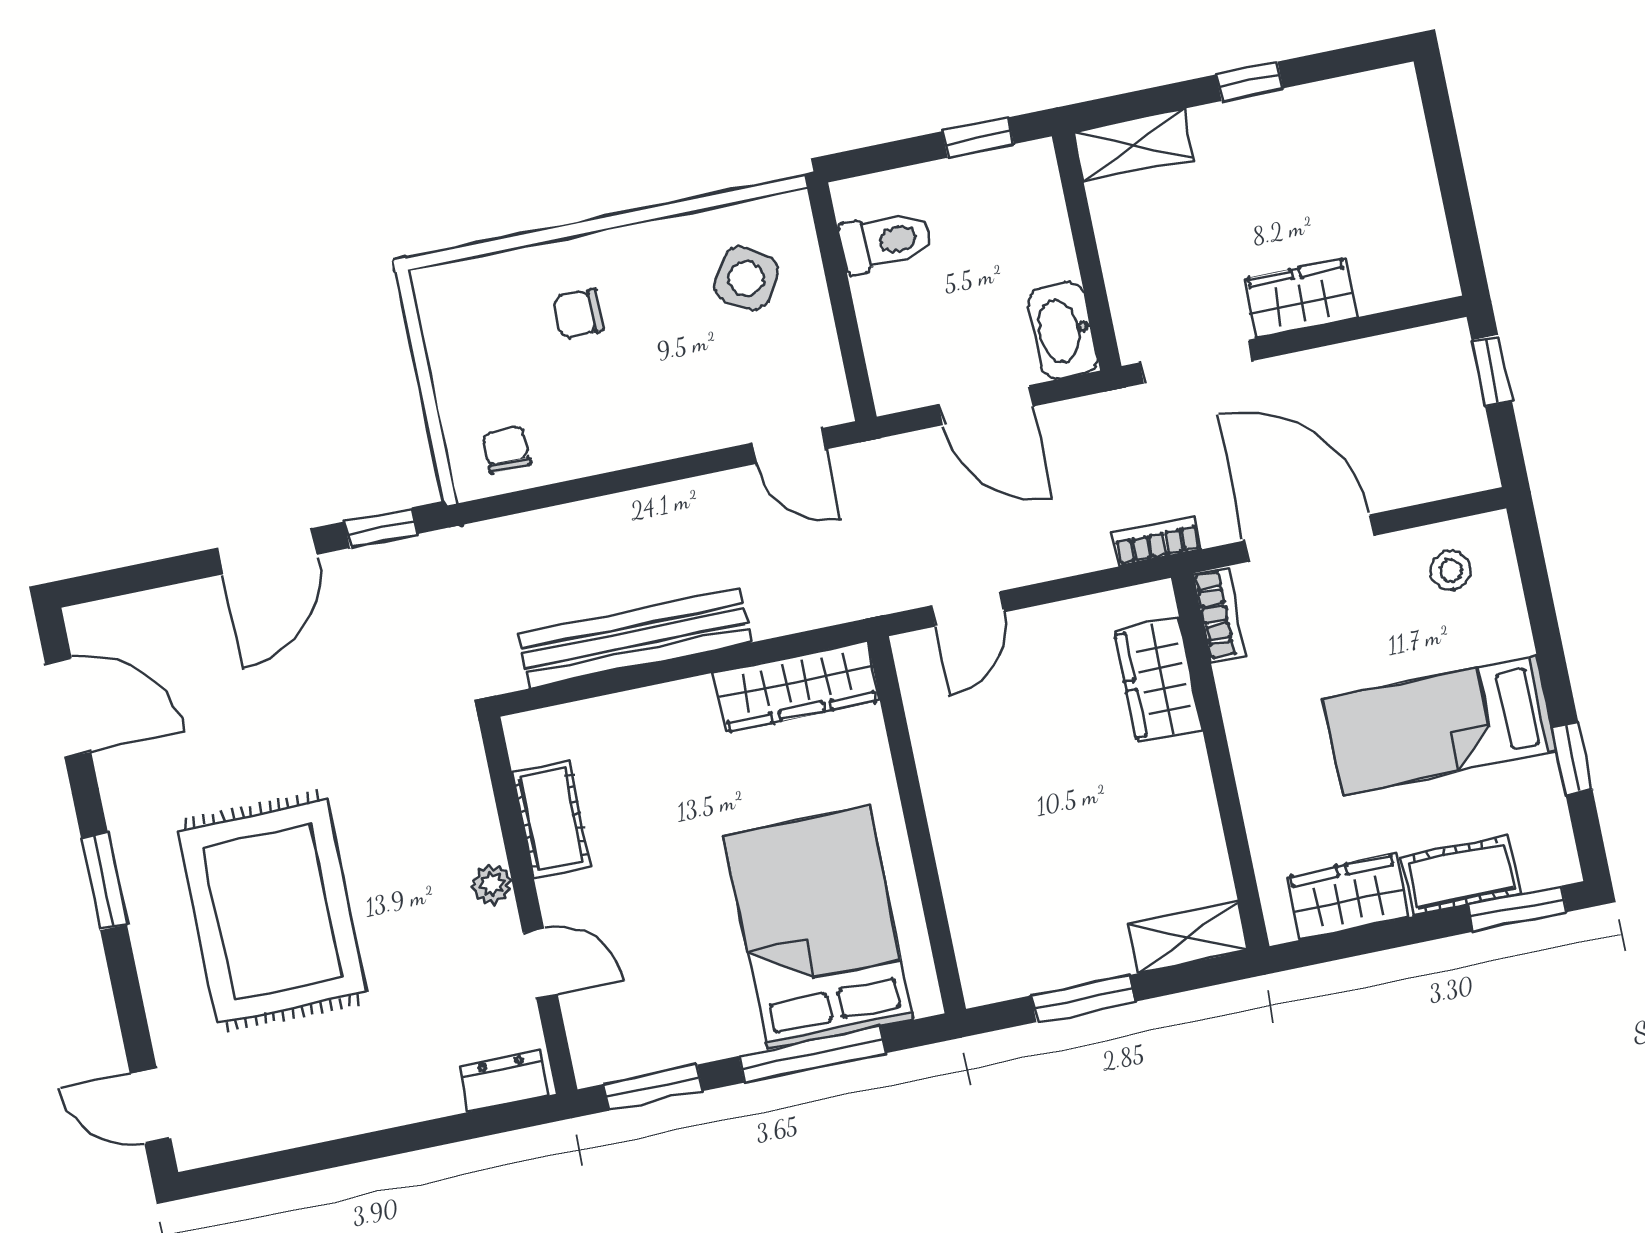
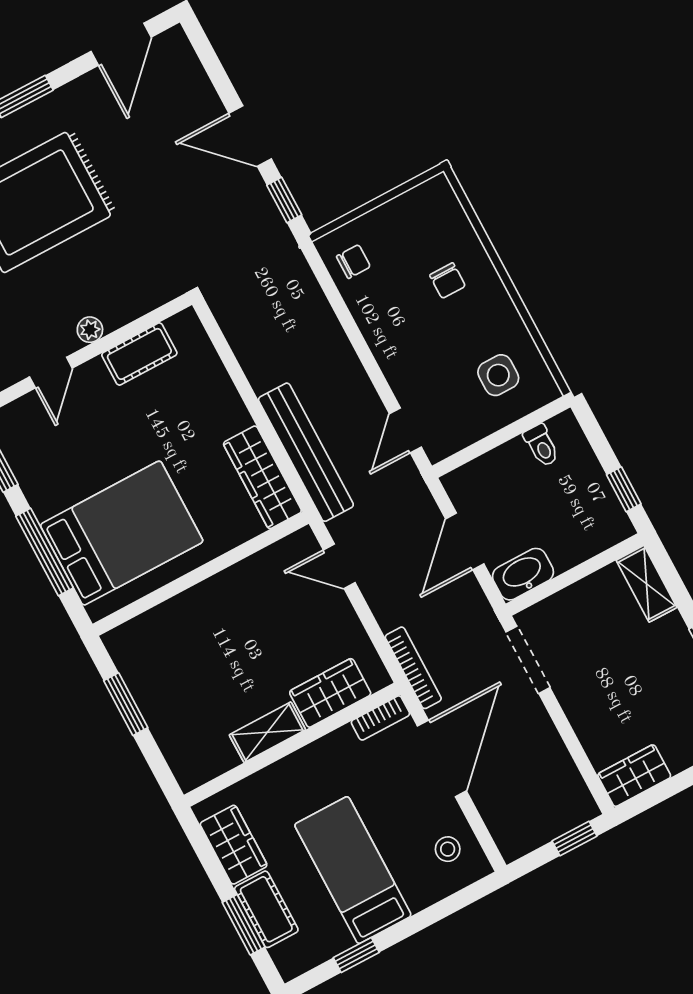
toilet: (886, 241) -> (541, 445), width x0.73, depth x0.72
side table: (746, 278) -> (498, 375), turned -33
wardrobe: (1301, 298) -> (634, 776), moved, turned -90
chair: (578, 314) -> (448, 281), turned 180
bookcase: (1157, 541) -> (413, 668), width x1.56
bench: (635, 638) -> (306, 452), moved
window: (1517, 909) -> (244, 925), moved
shelving: (1188, 937) -> (267, 732), moved, turned 90

